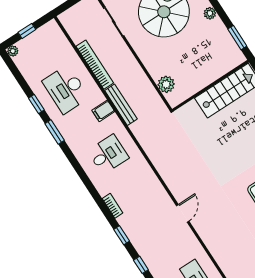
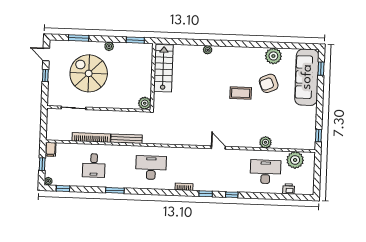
plant: (166, 84) -> (145, 103), moved
desk: (66, 89) -> (94, 165), width x0.73
window: (36, 104) -> (63, 188), moved
filing cabinet: (103, 111) -> (51, 149), moved
desk: (108, 154) -> (151, 168), width x1.37
plant: (225, 262) -> (265, 142), added

